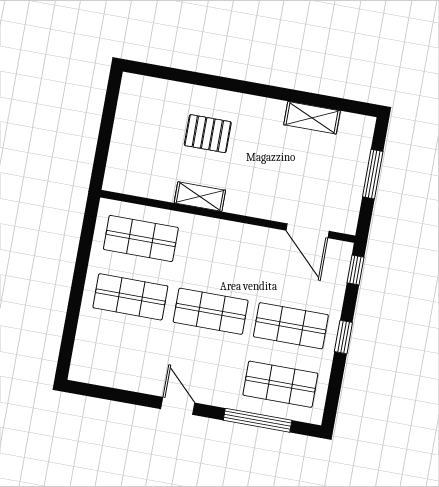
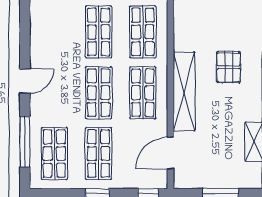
shelving: (200, 197) -> (184, 91), width x2.20, depth x1.33
shop shelf: (221, 253) -> (143, 93), added

